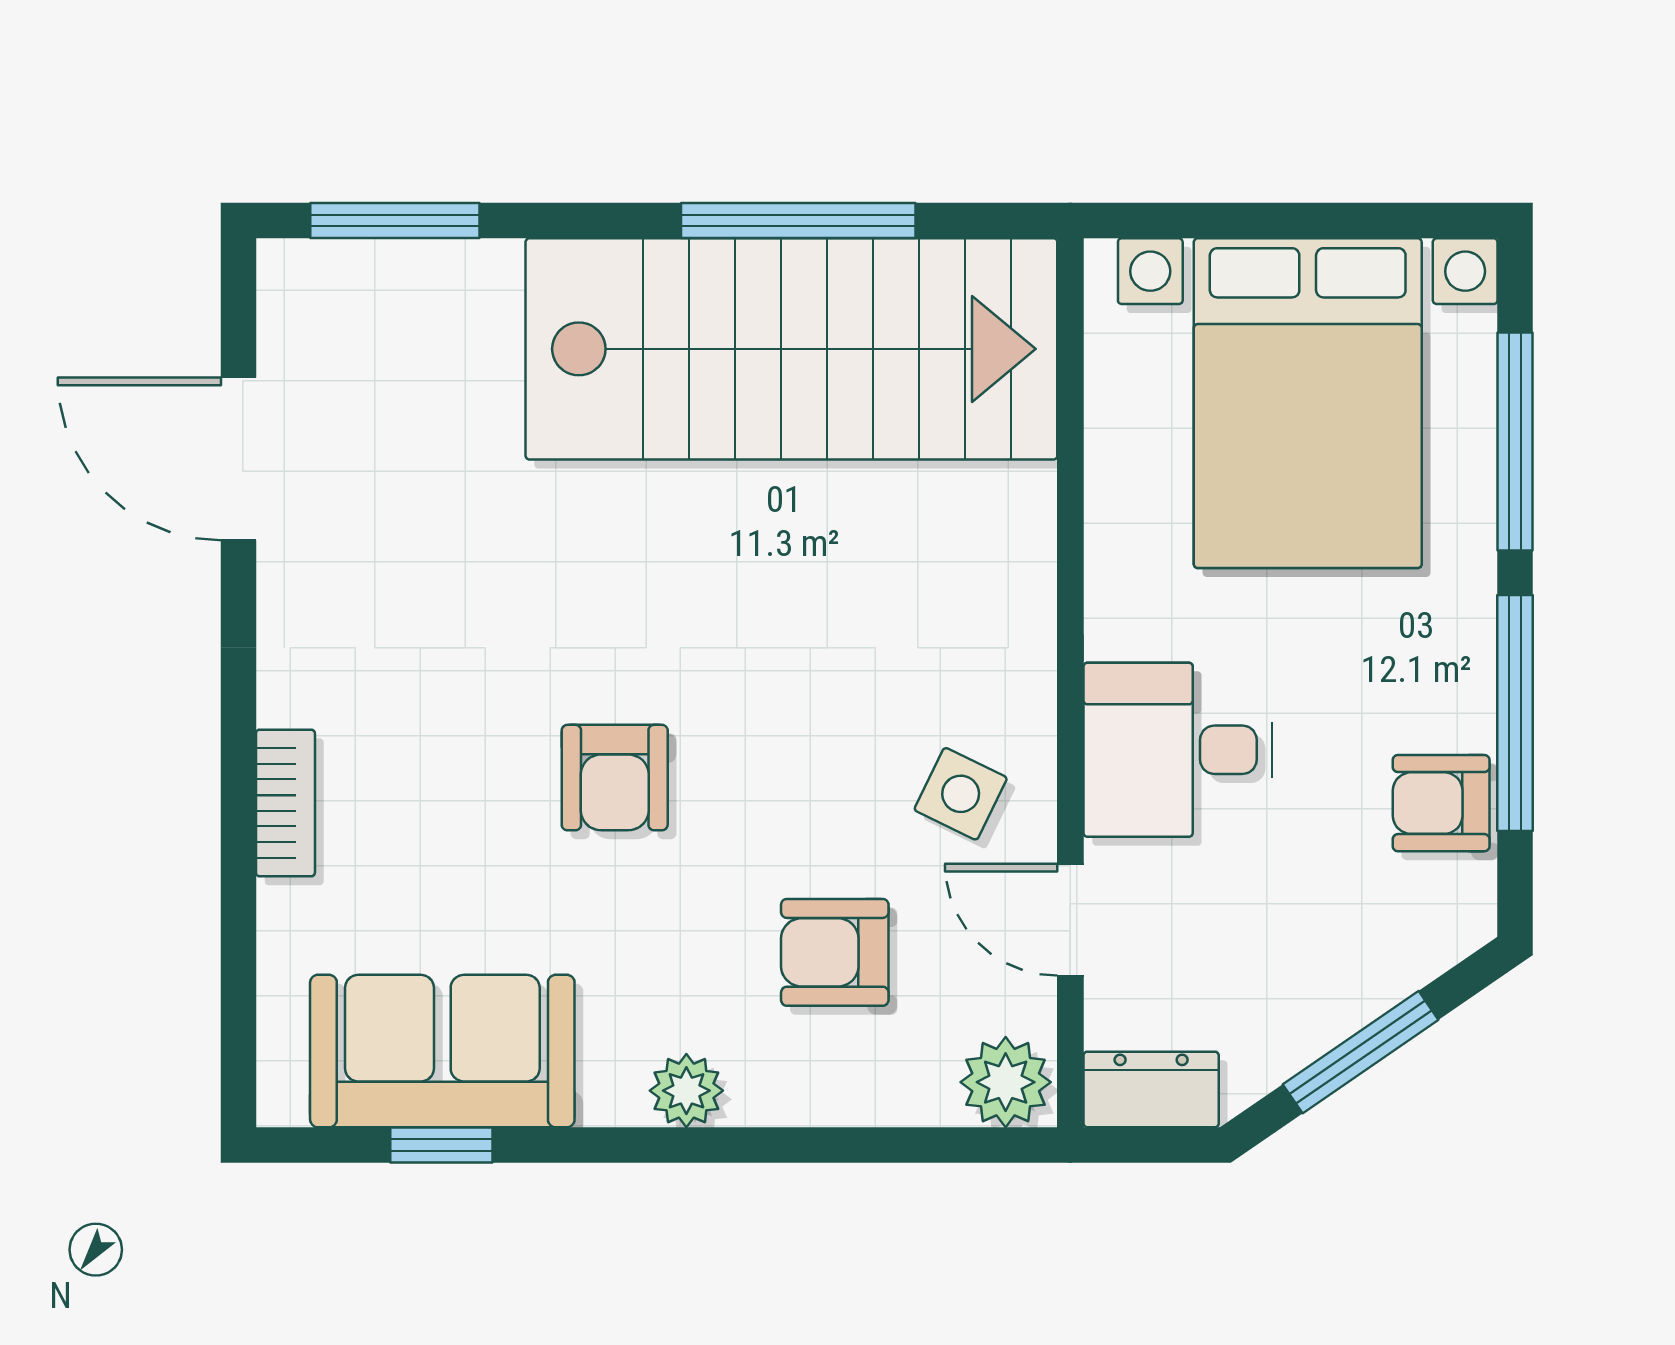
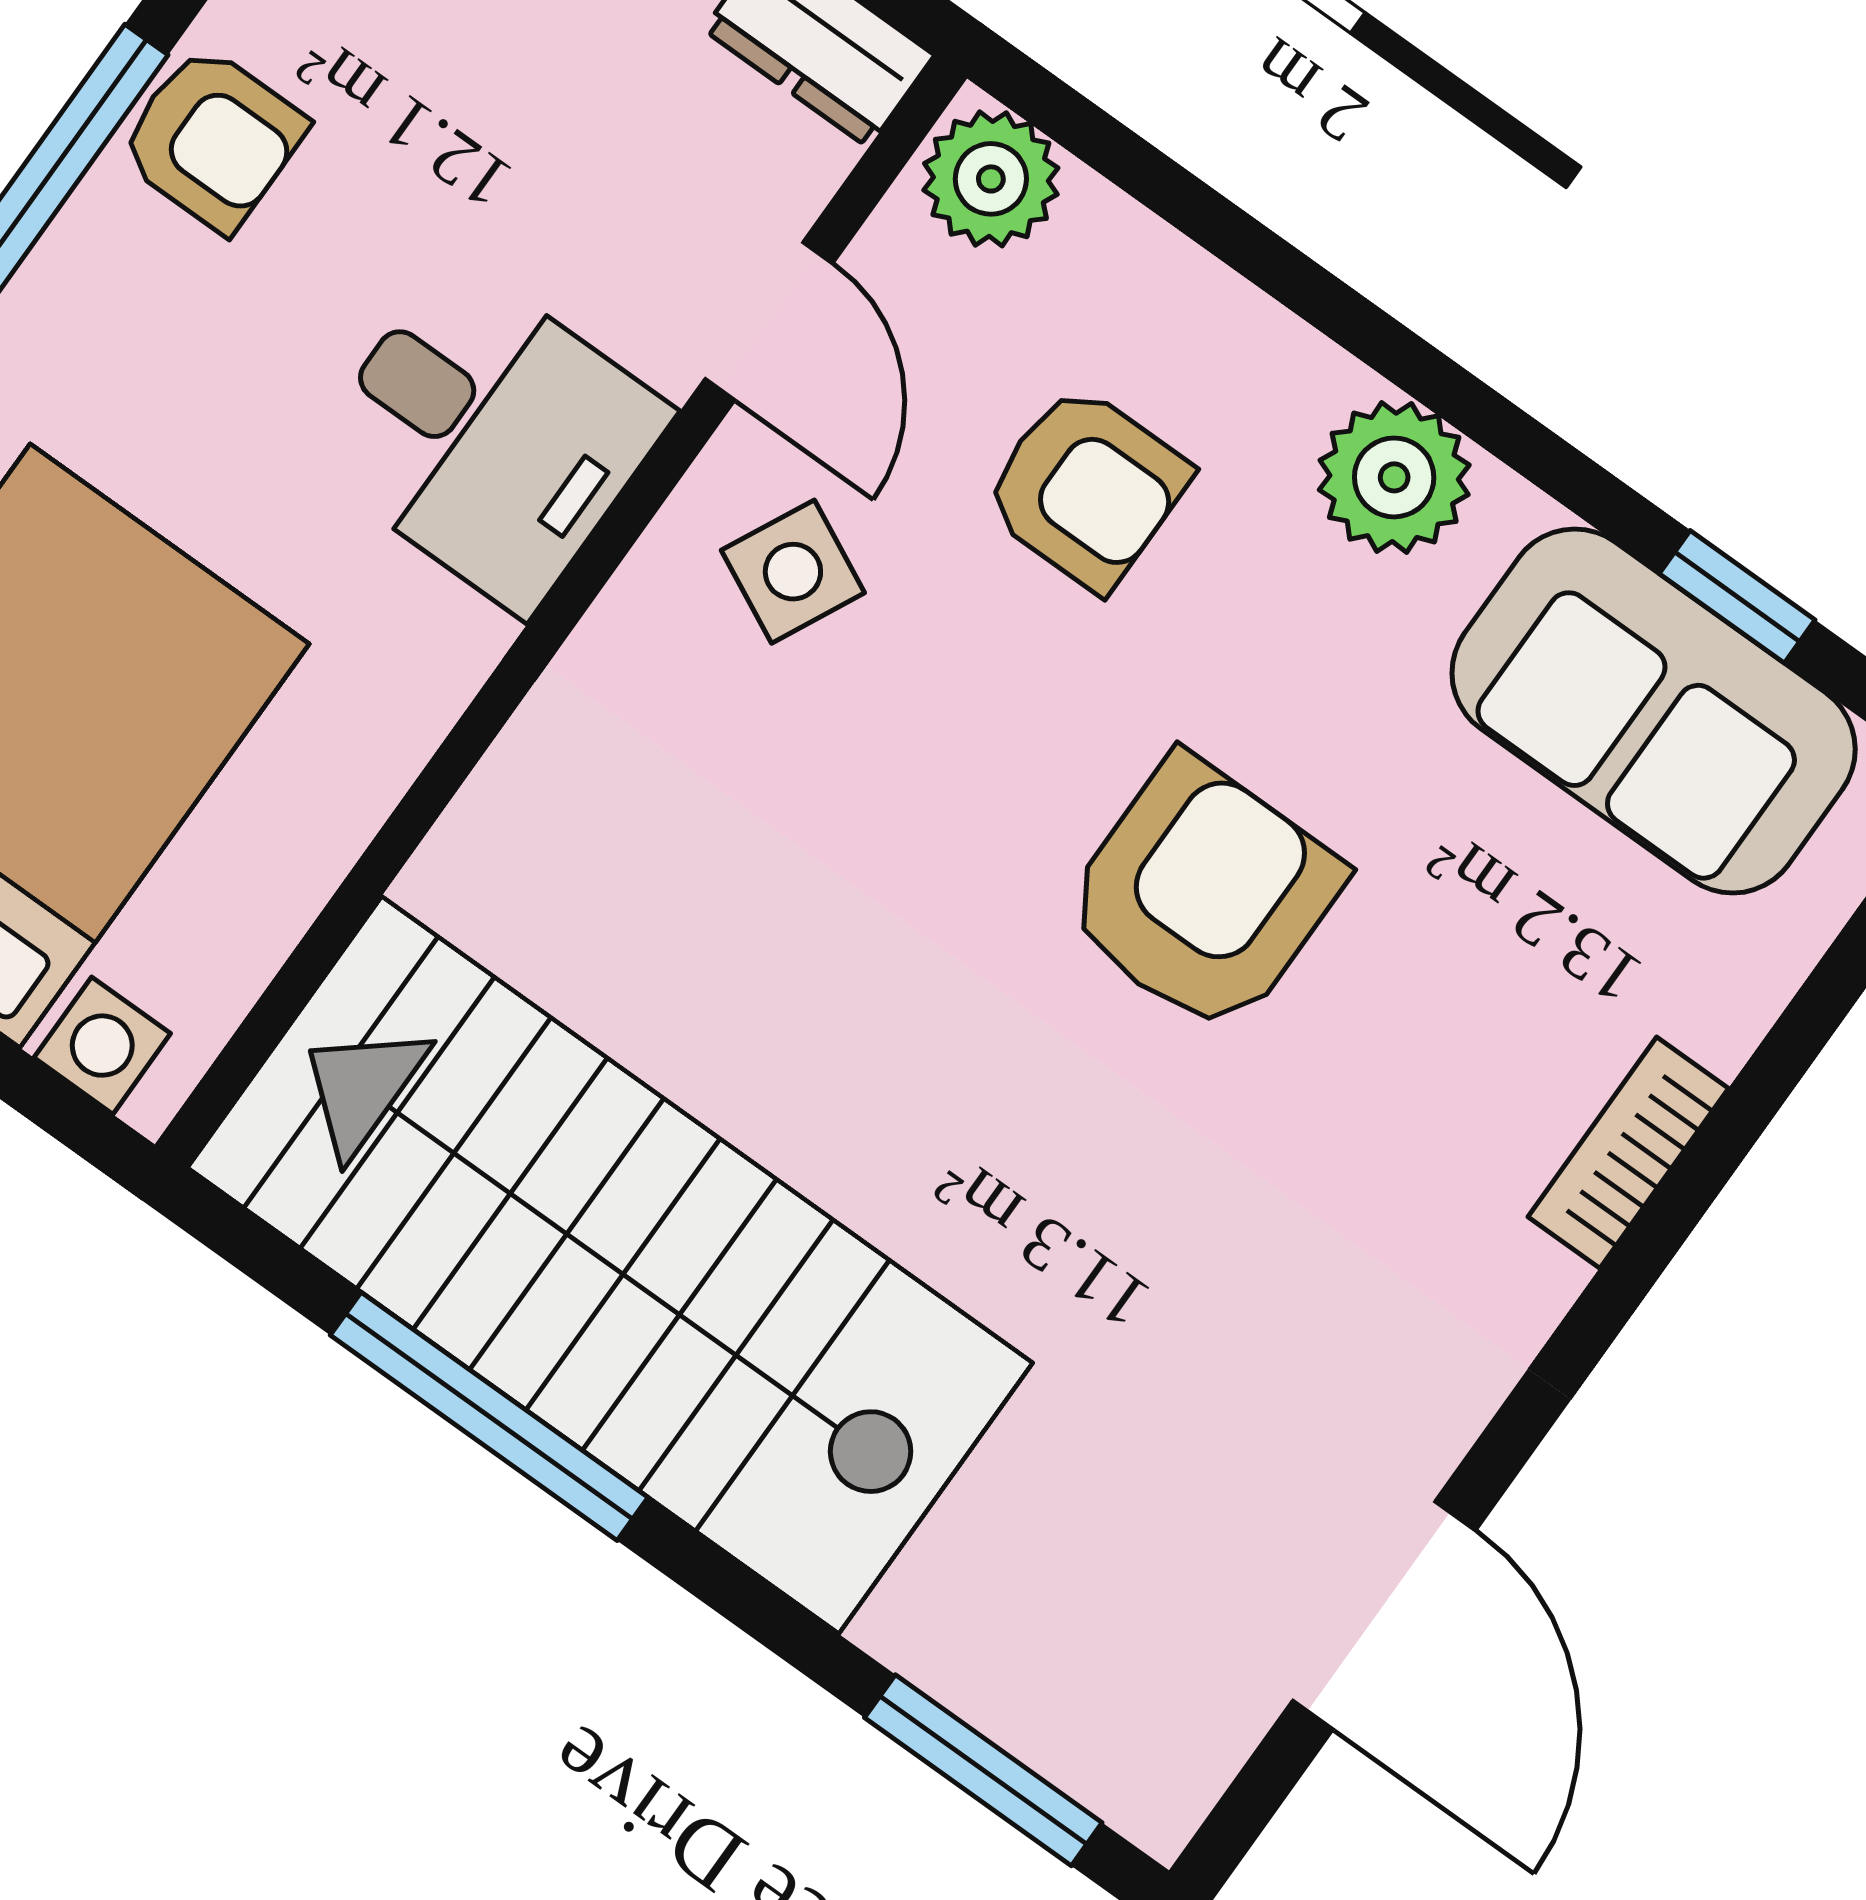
armchair: (615, 778) -> (1203, 895), width x1.38, depth x1.38
plant: (686, 1091) -> (1394, 477), width x1.38, depth x1.38

